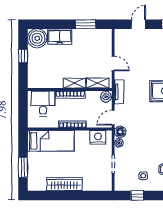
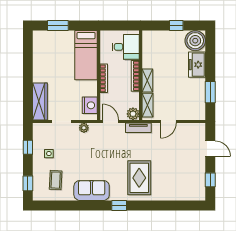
floor lamp: (120, 132) -> (96, 129), removed
wardrobe: (64, 184) -> (40, 101), moved

